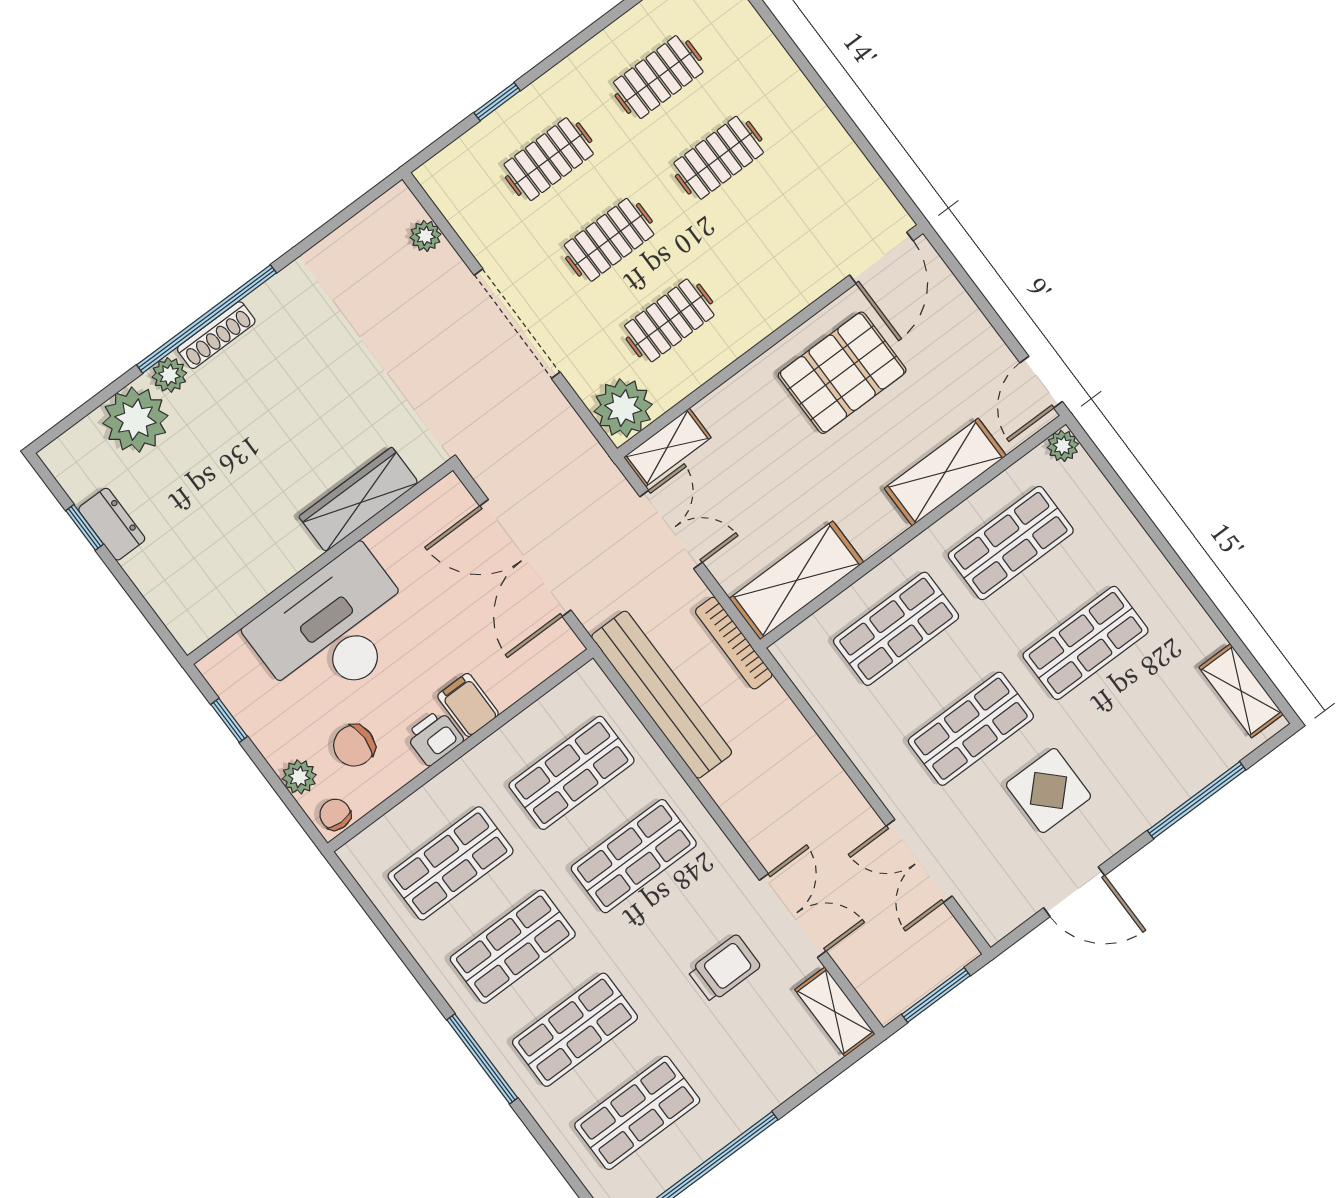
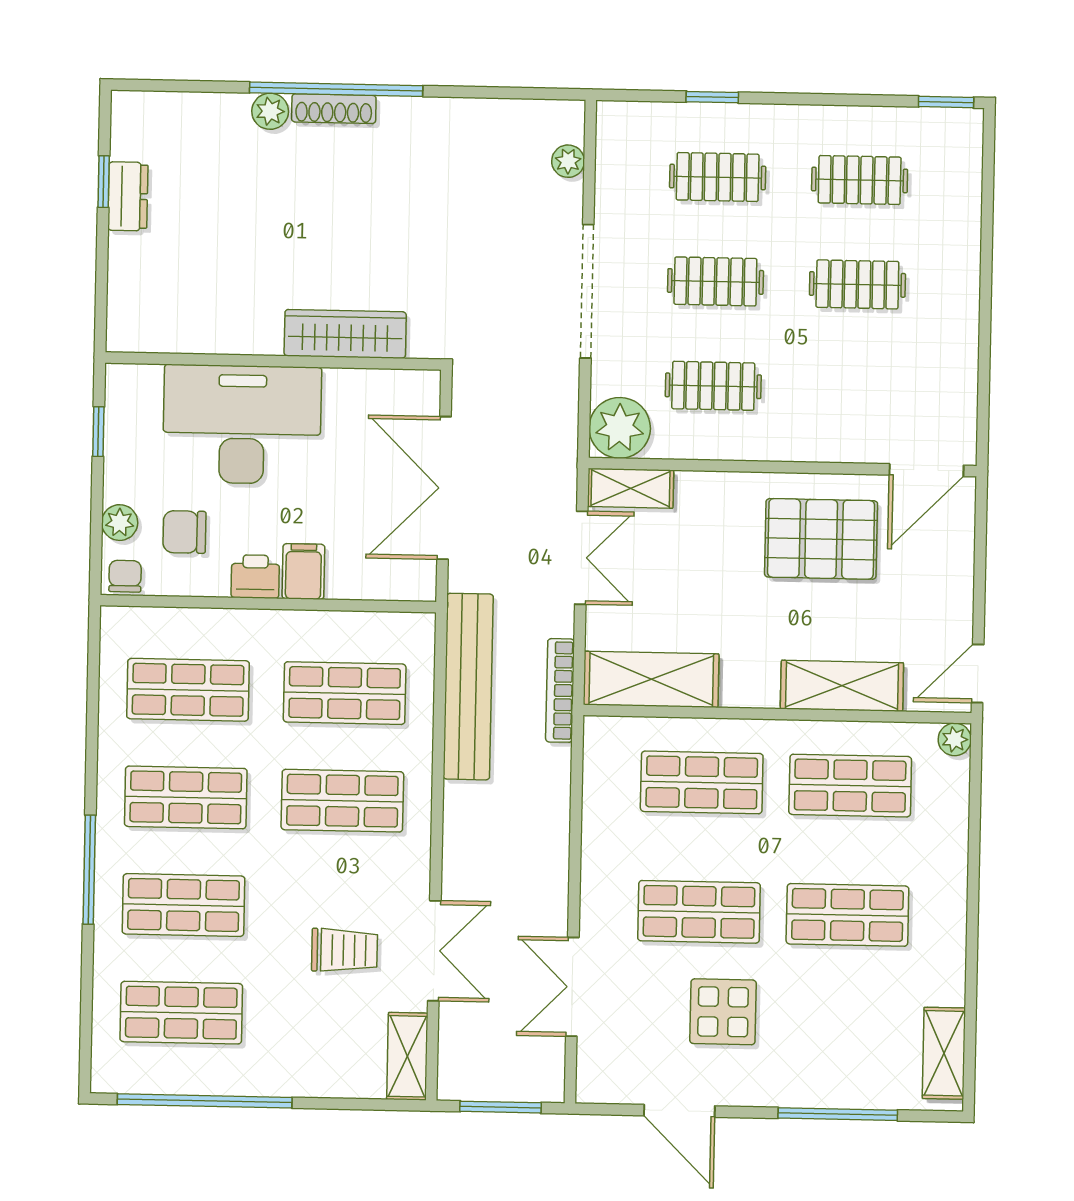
plant: (135, 420) -> (214, 126), removed

